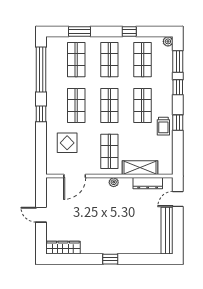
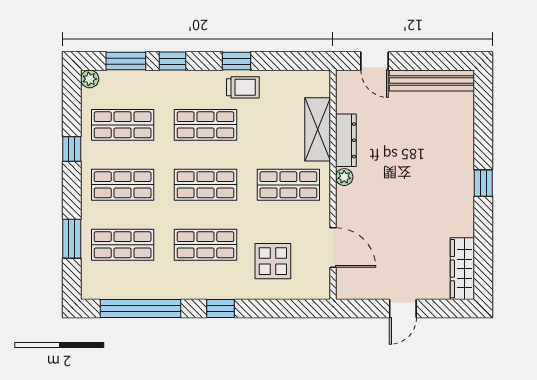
dresser: (148, 183) -> (346, 140), moved

